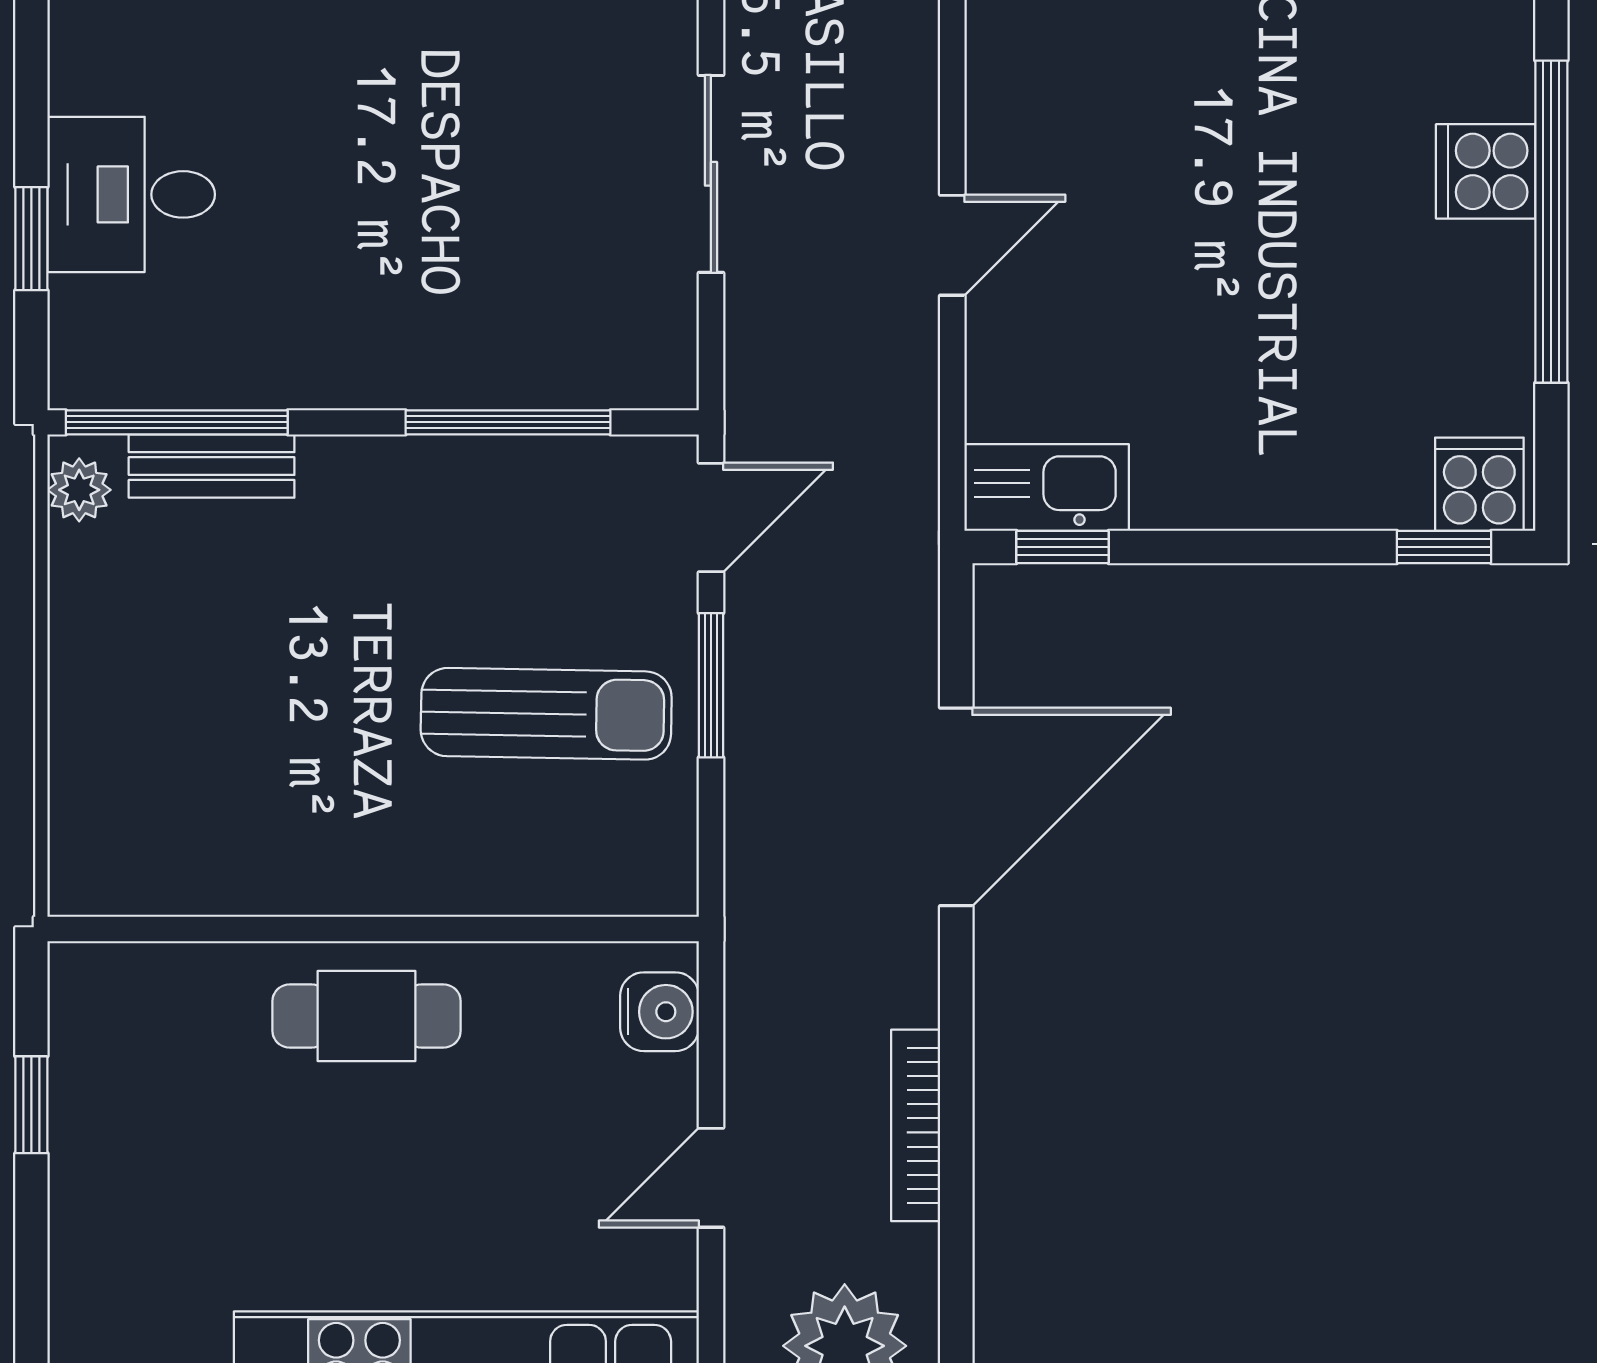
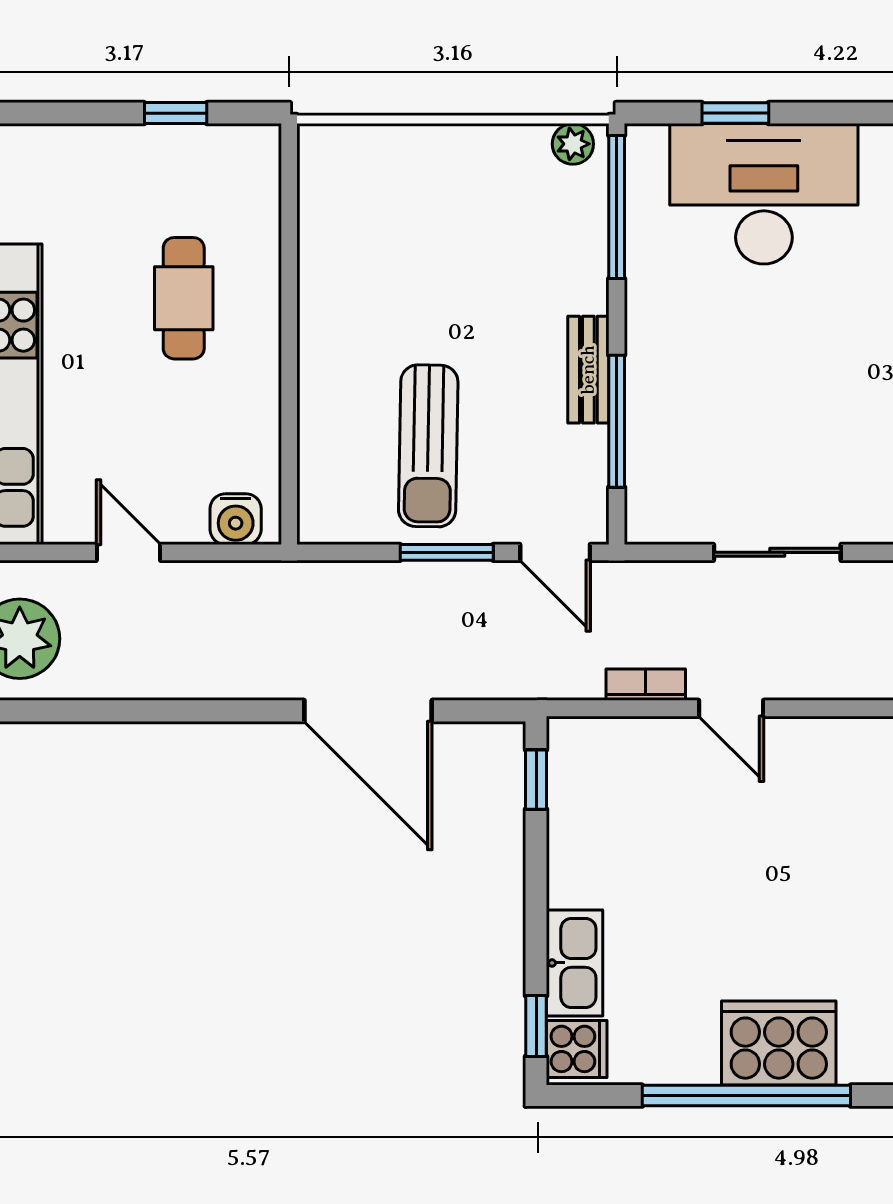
cooker: (1486, 171) -> (779, 1043), width x1.87, depth x1.31
desk: (131, 194) -> (764, 194), width x1.87, depth x1.30
bench: (212, 466) -> (588, 370), moved
kitchen sink: (1047, 488) -> (574, 963), moved
cafe table: (367, 1016) -> (184, 298), moved
bookcase: (916, 1125) -> (646, 685), moved, width x0.64

